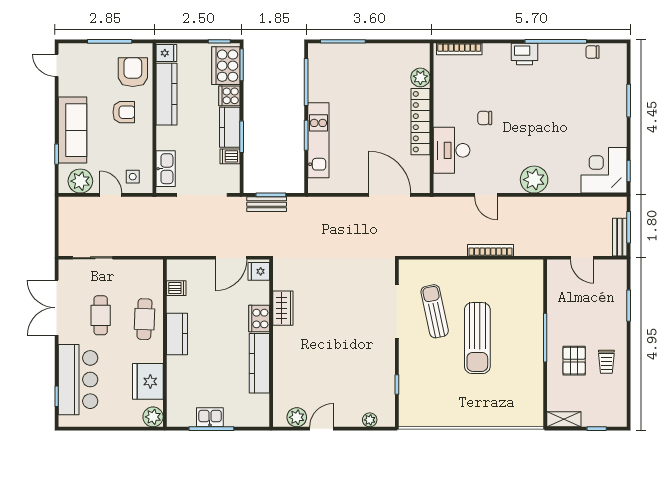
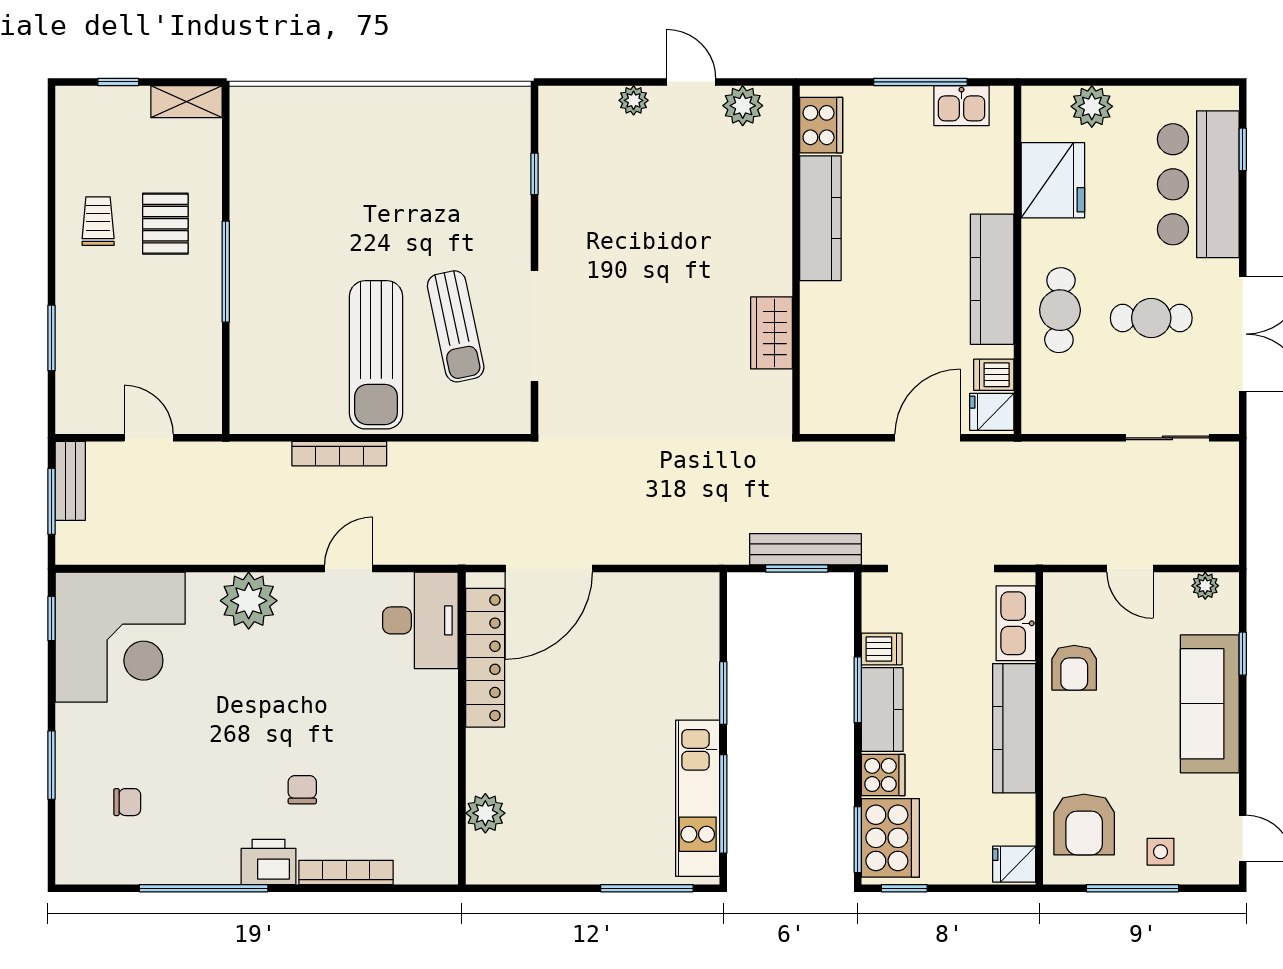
bookcase: (459, 49) -> (346, 872), moved
chair: (593, 52) -> (127, 802), moved
kitchen counter: (166, 94) -> (1014, 728), moved
armchair: (124, 112) -> (1074, 668), moved, turned -90
chair: (485, 118) -> (302, 790), moved, turned -90
locker: (420, 122) -> (485, 658), moved
kitchen unit: (318, 140) -> (698, 798), moved
desk: (452, 150) -> (420, 620), moved
corner desk: (604, 170) -> (120, 637), width x1.36, depth x1.36
side table: (133, 177) -> (1161, 852), moved
plant: (80, 181) -> (1205, 586), width x0.53, depth x0.53
door: (390, 195) -> (549, 569), hinge flipped
door: (486, 195) -> (349, 569), hinge flipped
bench: (267, 204) -> (806, 549), width x1.36
door: (231, 258) -> (928, 438), moved
fridge: (259, 271) -> (992, 412), moved, turned 180
cafe table: (101, 315) -> (1151, 318), turned 90
cooker: (259, 319) -> (821, 125), moved
kitchen counter: (177, 334) -> (992, 279), width x1.50
sun lounger: (477, 338) -> (376, 355), moved, turned 180
plant: (153, 417) -> (1092, 106), moved
kitchen sink: (210, 417) -> (962, 106), moved
plant: (370, 420) -> (634, 100), moved
door: (321, 429) -> (691, 82), swing flipped

